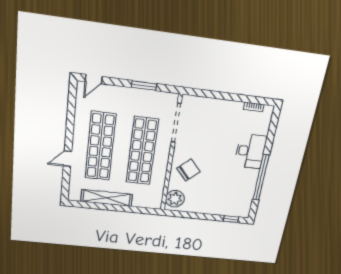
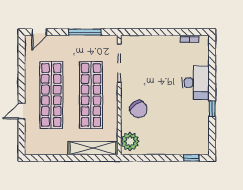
window: (144, 86) -> (85, 32), width x1.44
chair: (188, 170) -> (139, 109), turned 98
window: (261, 178) -> (212, 109), width x0.32
shelving: (107, 198) -> (93, 148), moved

